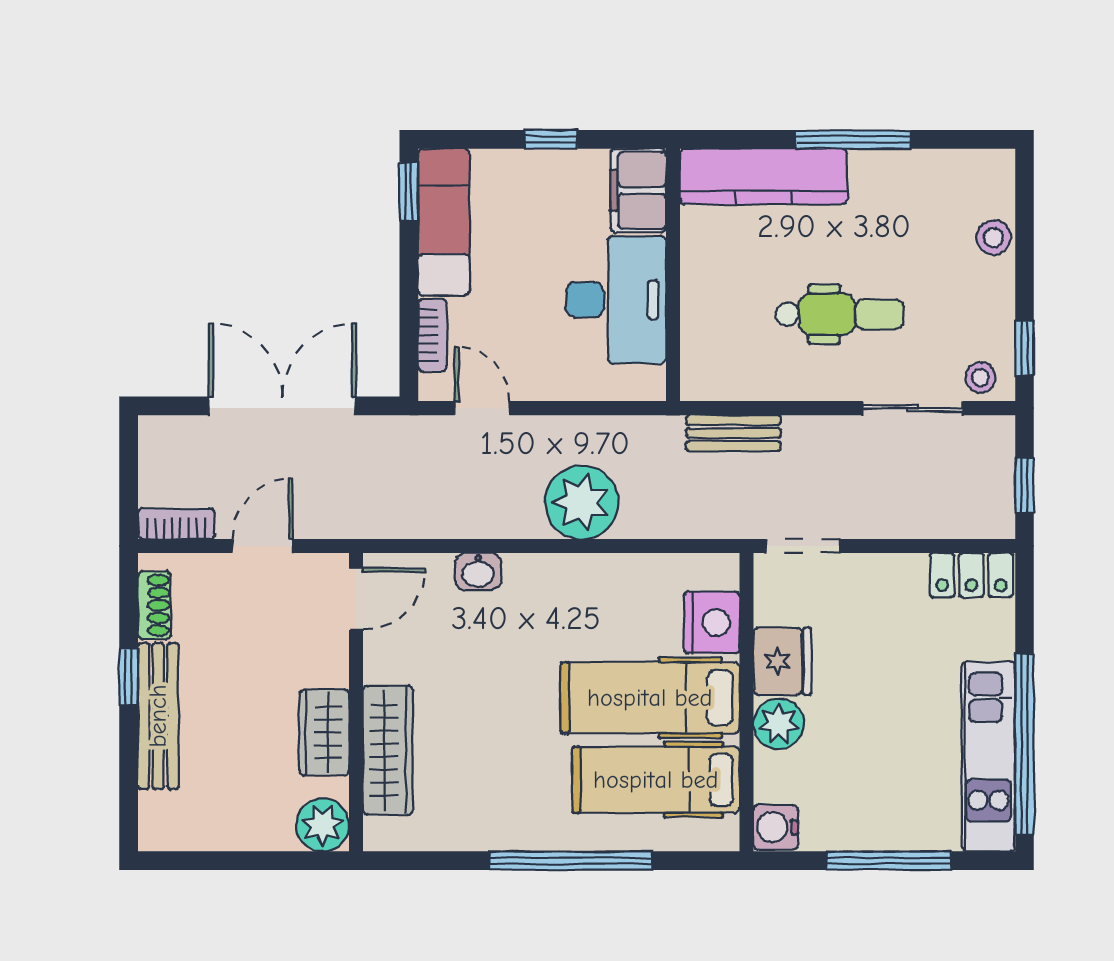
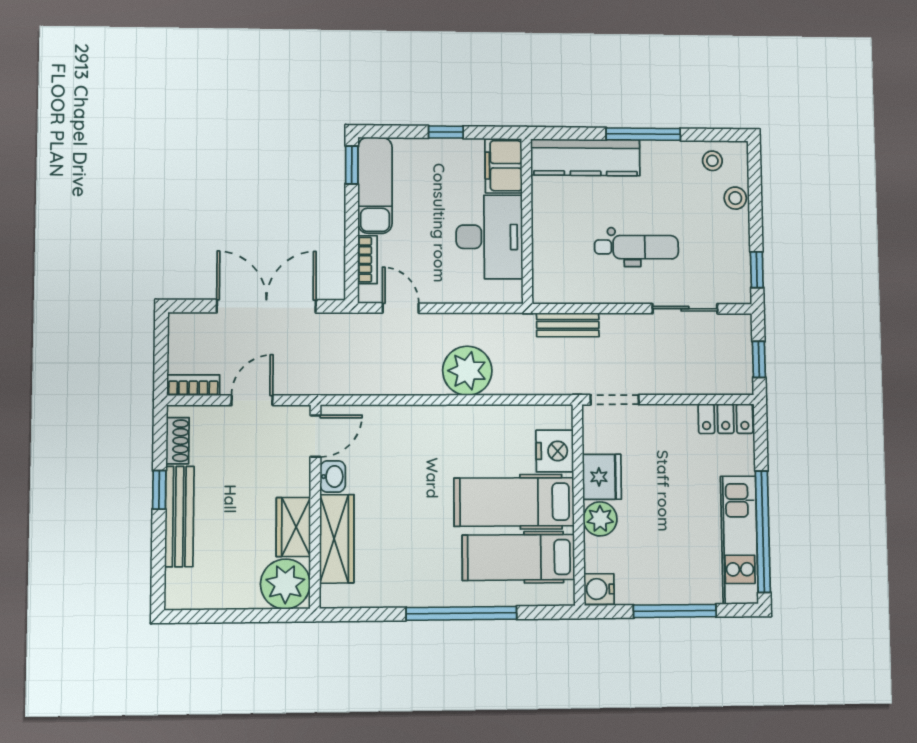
stool: (980, 378) -> (712, 161), moved
washbasin: (478, 572) -> (333, 476), moved, turned -90
plant: (323, 825) -> (285, 584), width x1.36, depth x1.36

